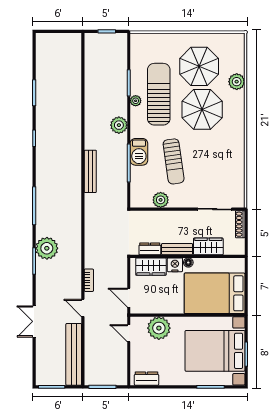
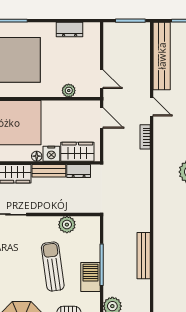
plant: (159, 328) -> (69, 91), width x0.53, depth x0.53
dresser: (147, 379) -> (70, 30), moved

